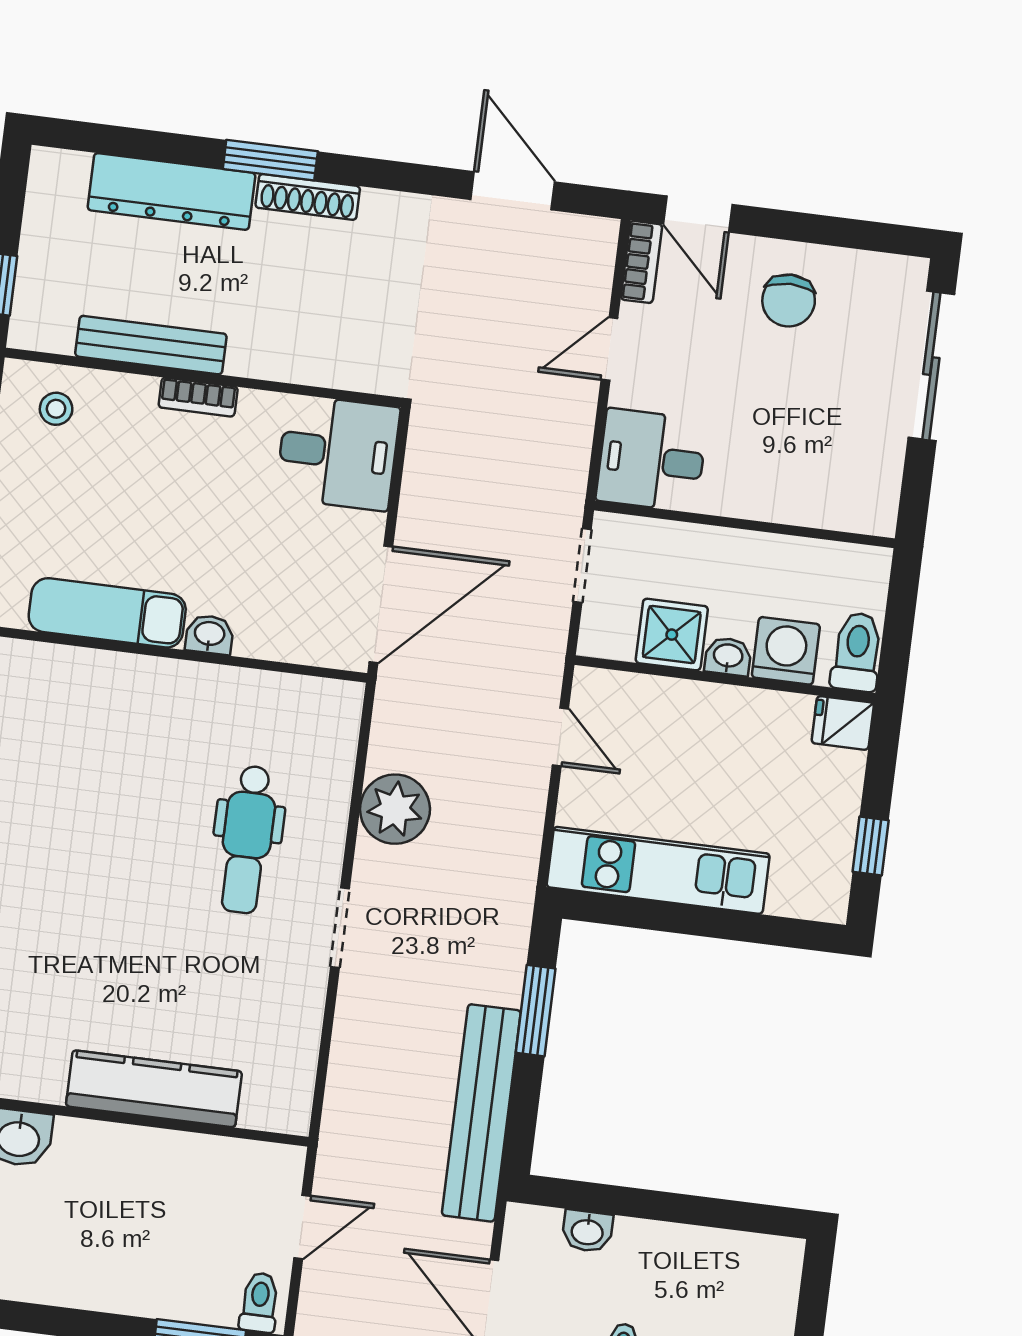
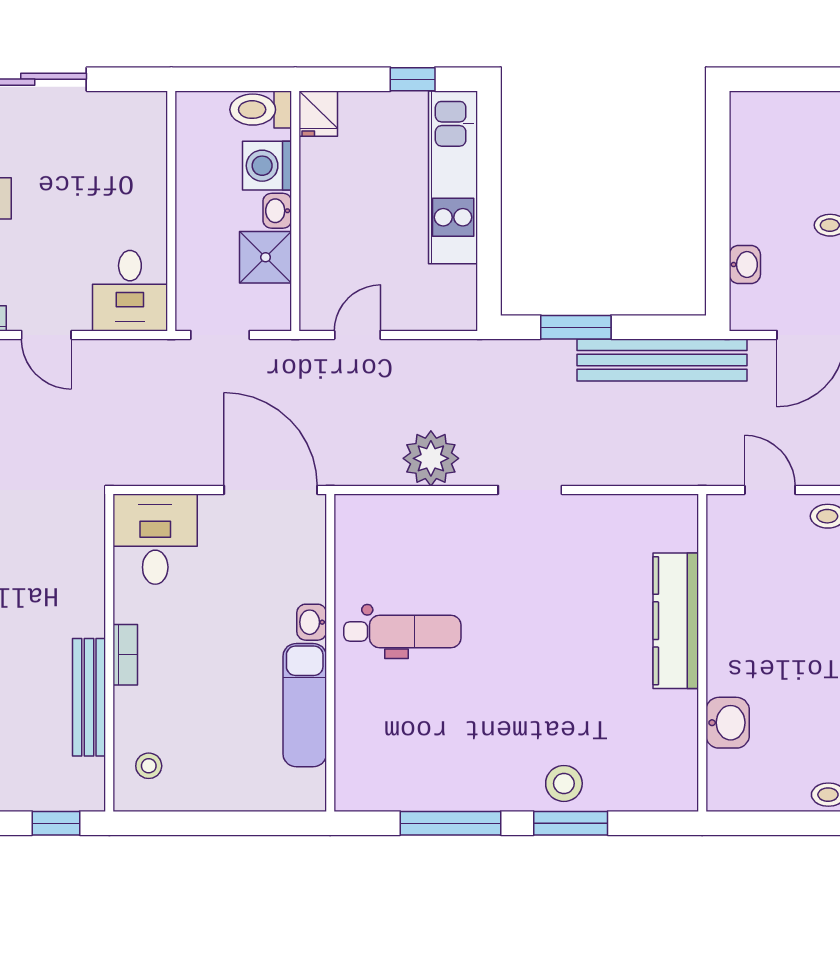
dental chair: (247, 840) -> (402, 632), moved
kitchen unit: (658, 870) -> (453, 177), moved

